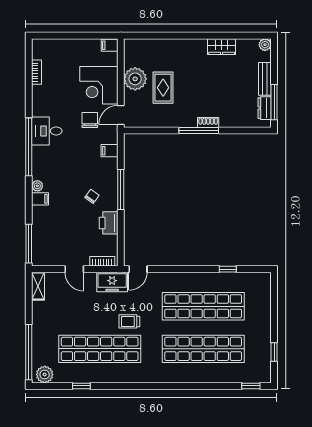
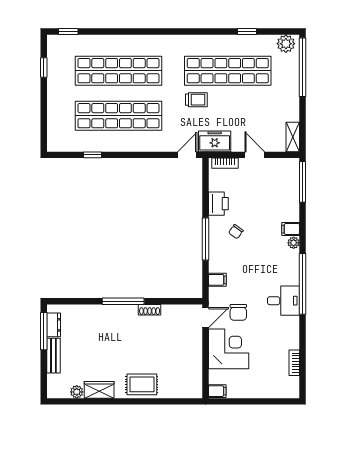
plant: (265, 45) -> (77, 392), moved
plant: (135, 79) -> (190, 356), removed
rug: (163, 88) -> (142, 384), moved, turned 90
shoe rack: (208, 122) -> (150, 310), moved

